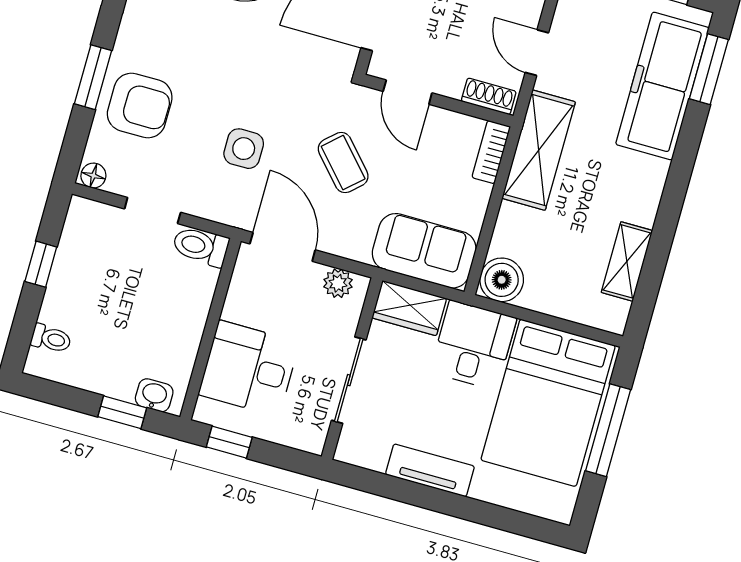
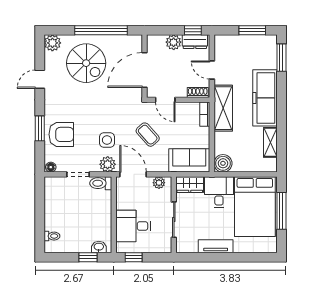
freezer: (662, 86) -> (265, 98), moved
plant: (229, 206) -> (108, 164), added
window: (41, 264) -> (40, 208), removed

